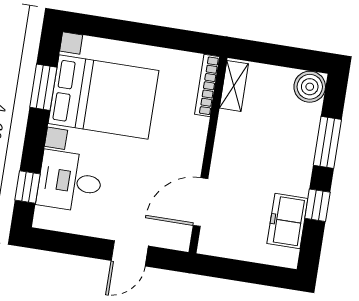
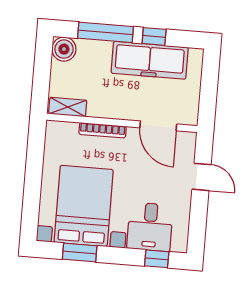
bookcase: (207, 85) -> (103, 130), moved
window: (327, 142) -> (105, 32), width x1.44
freezer: (287, 221) -> (150, 60), width x1.91, depth x1.26

